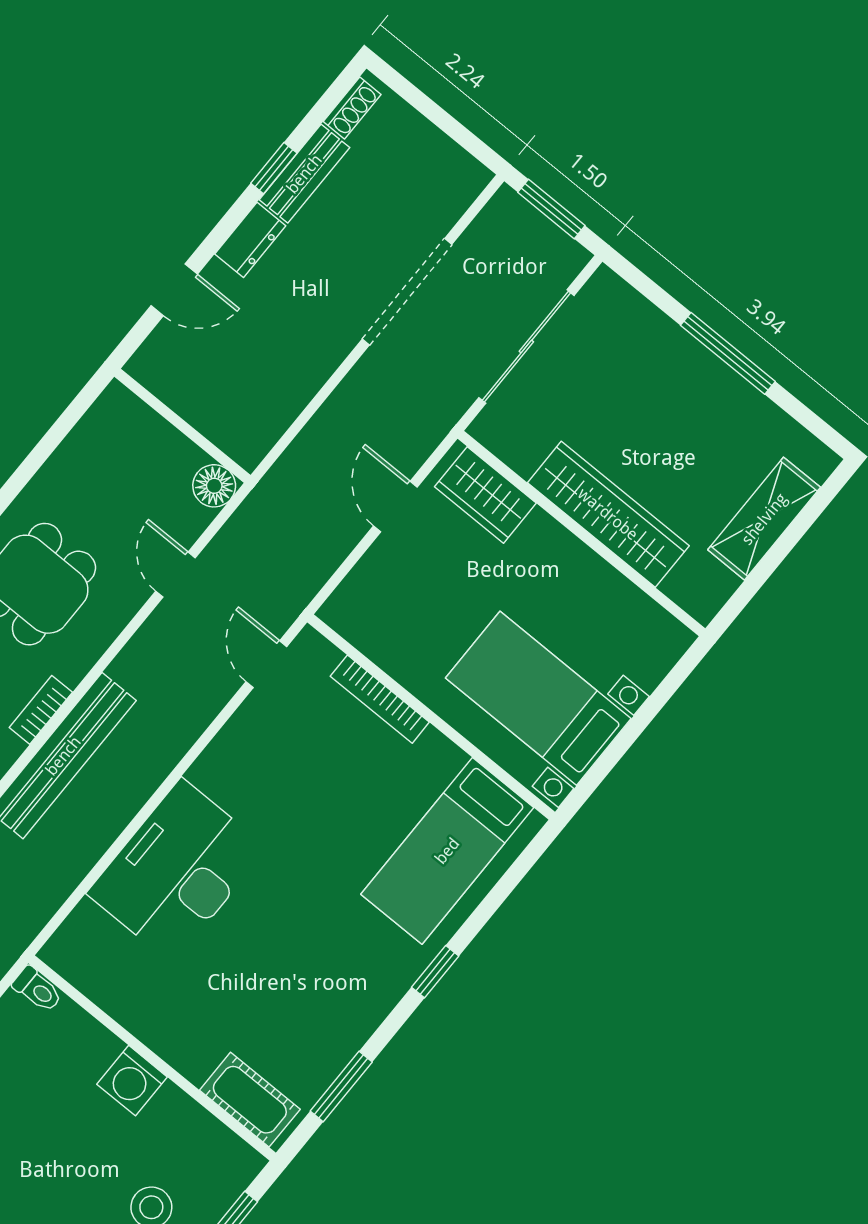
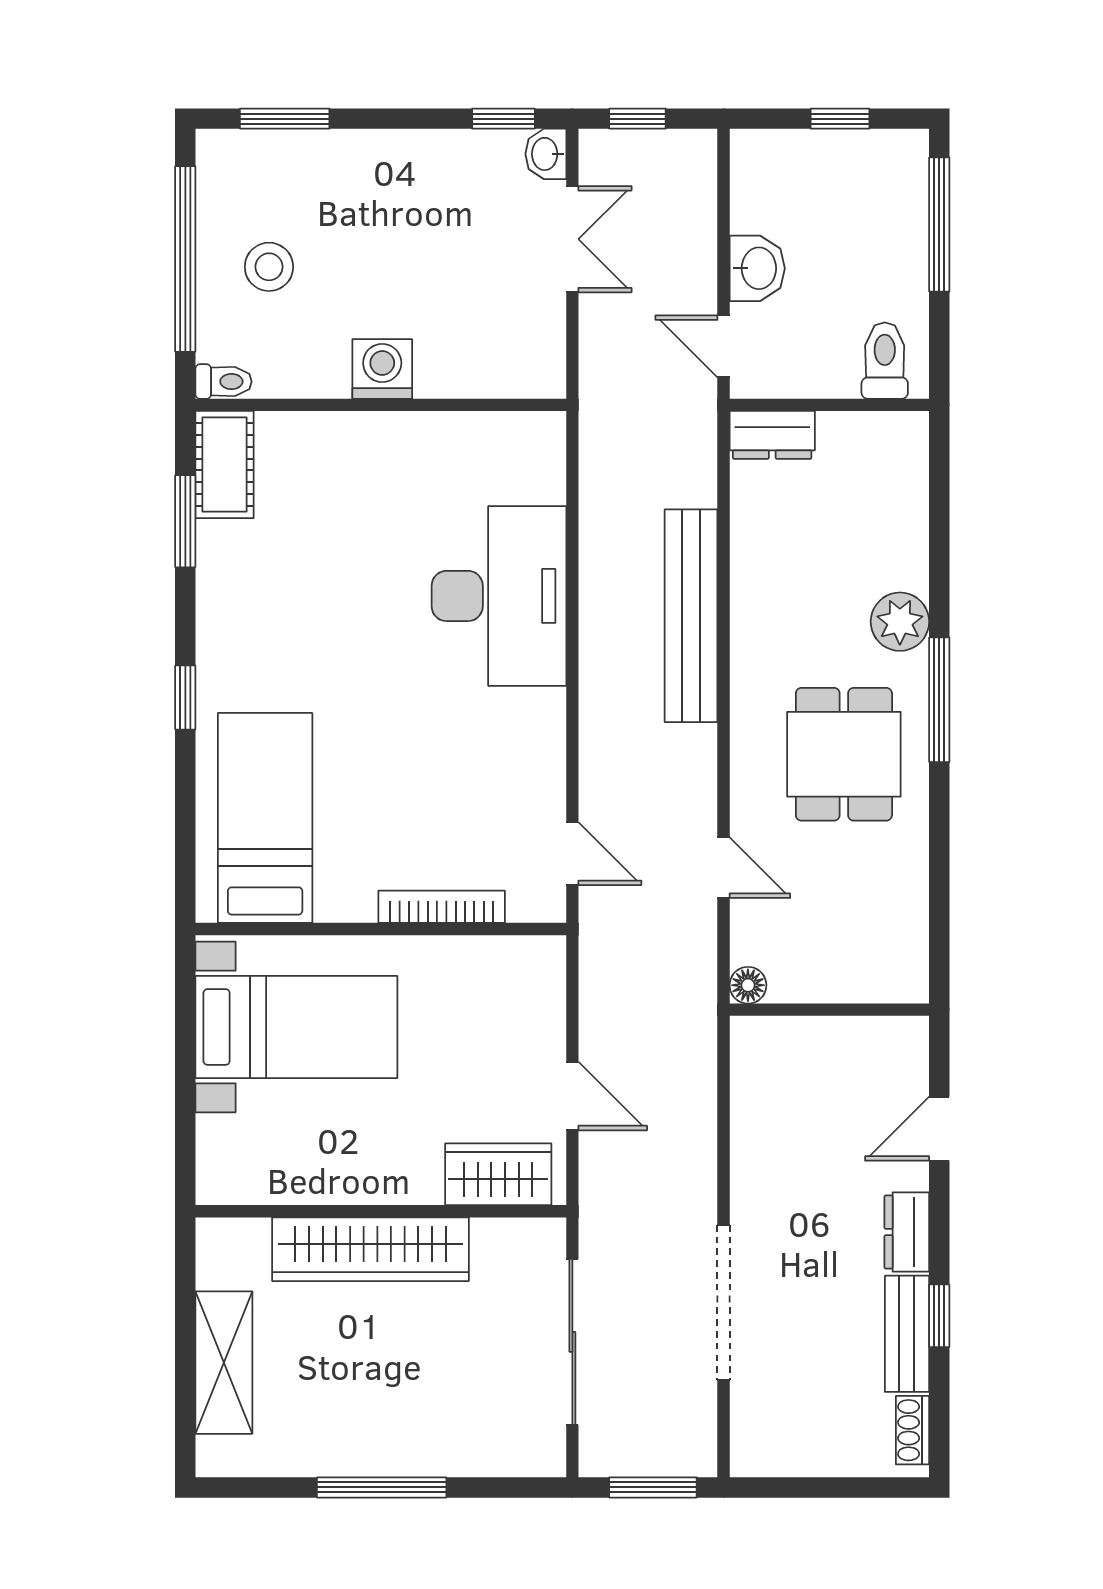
floor lamp: (214, 486) -> (748, 985), width x0.73, depth x0.73
bookcase: (41, 710) -> (746, 641), removed
toilet: (37, 989) -> (224, 382), moved, turned 180
cot: (250, 1100) -> (224, 465), moved, turned 90

